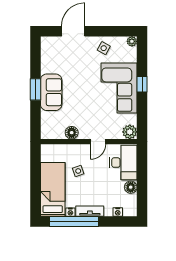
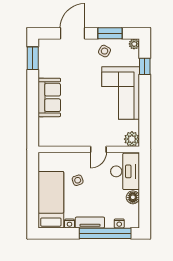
window: (109, 31) -> (110, 33), added
window: (142, 84) -> (145, 66), moved
window: (35, 89) -> (33, 58), moved
floor lamp: (72, 133) -> (71, 140), removed
window: (74, 222) -> (105, 233), moved

